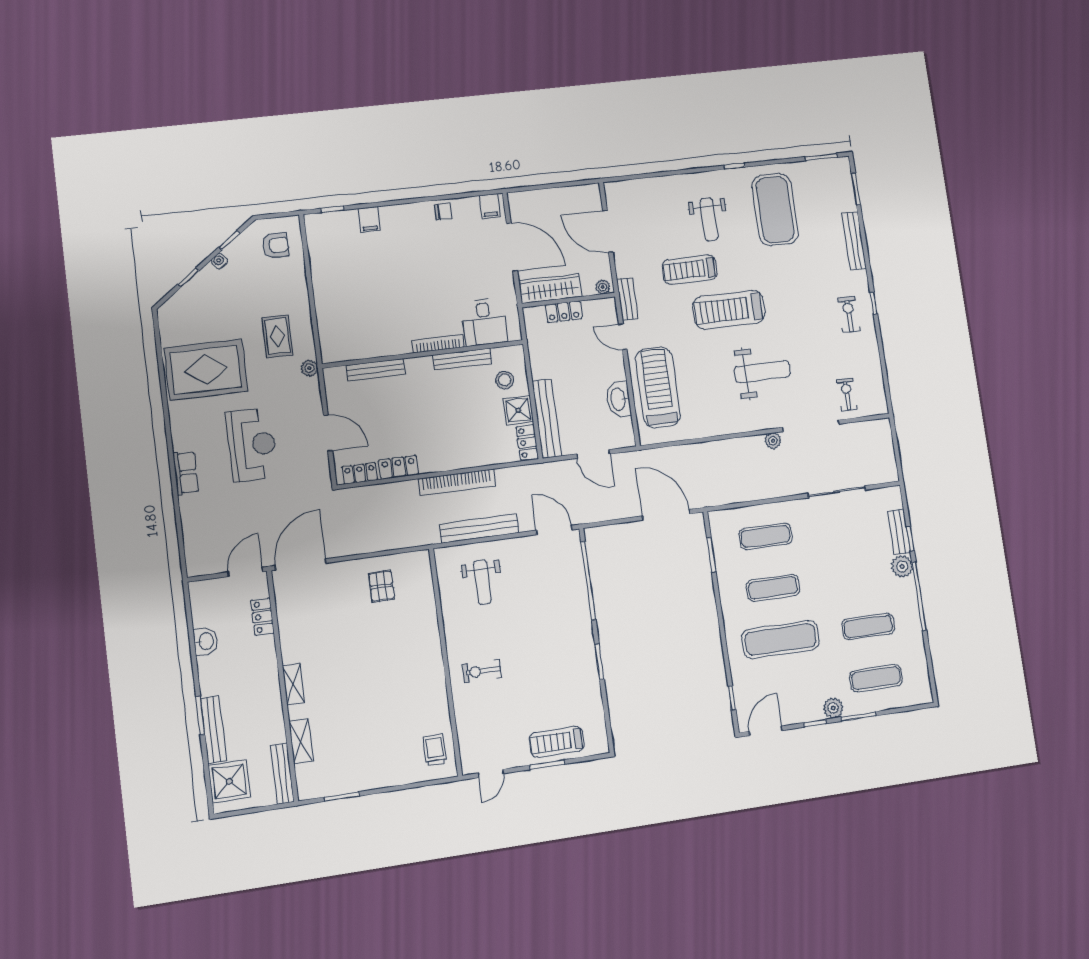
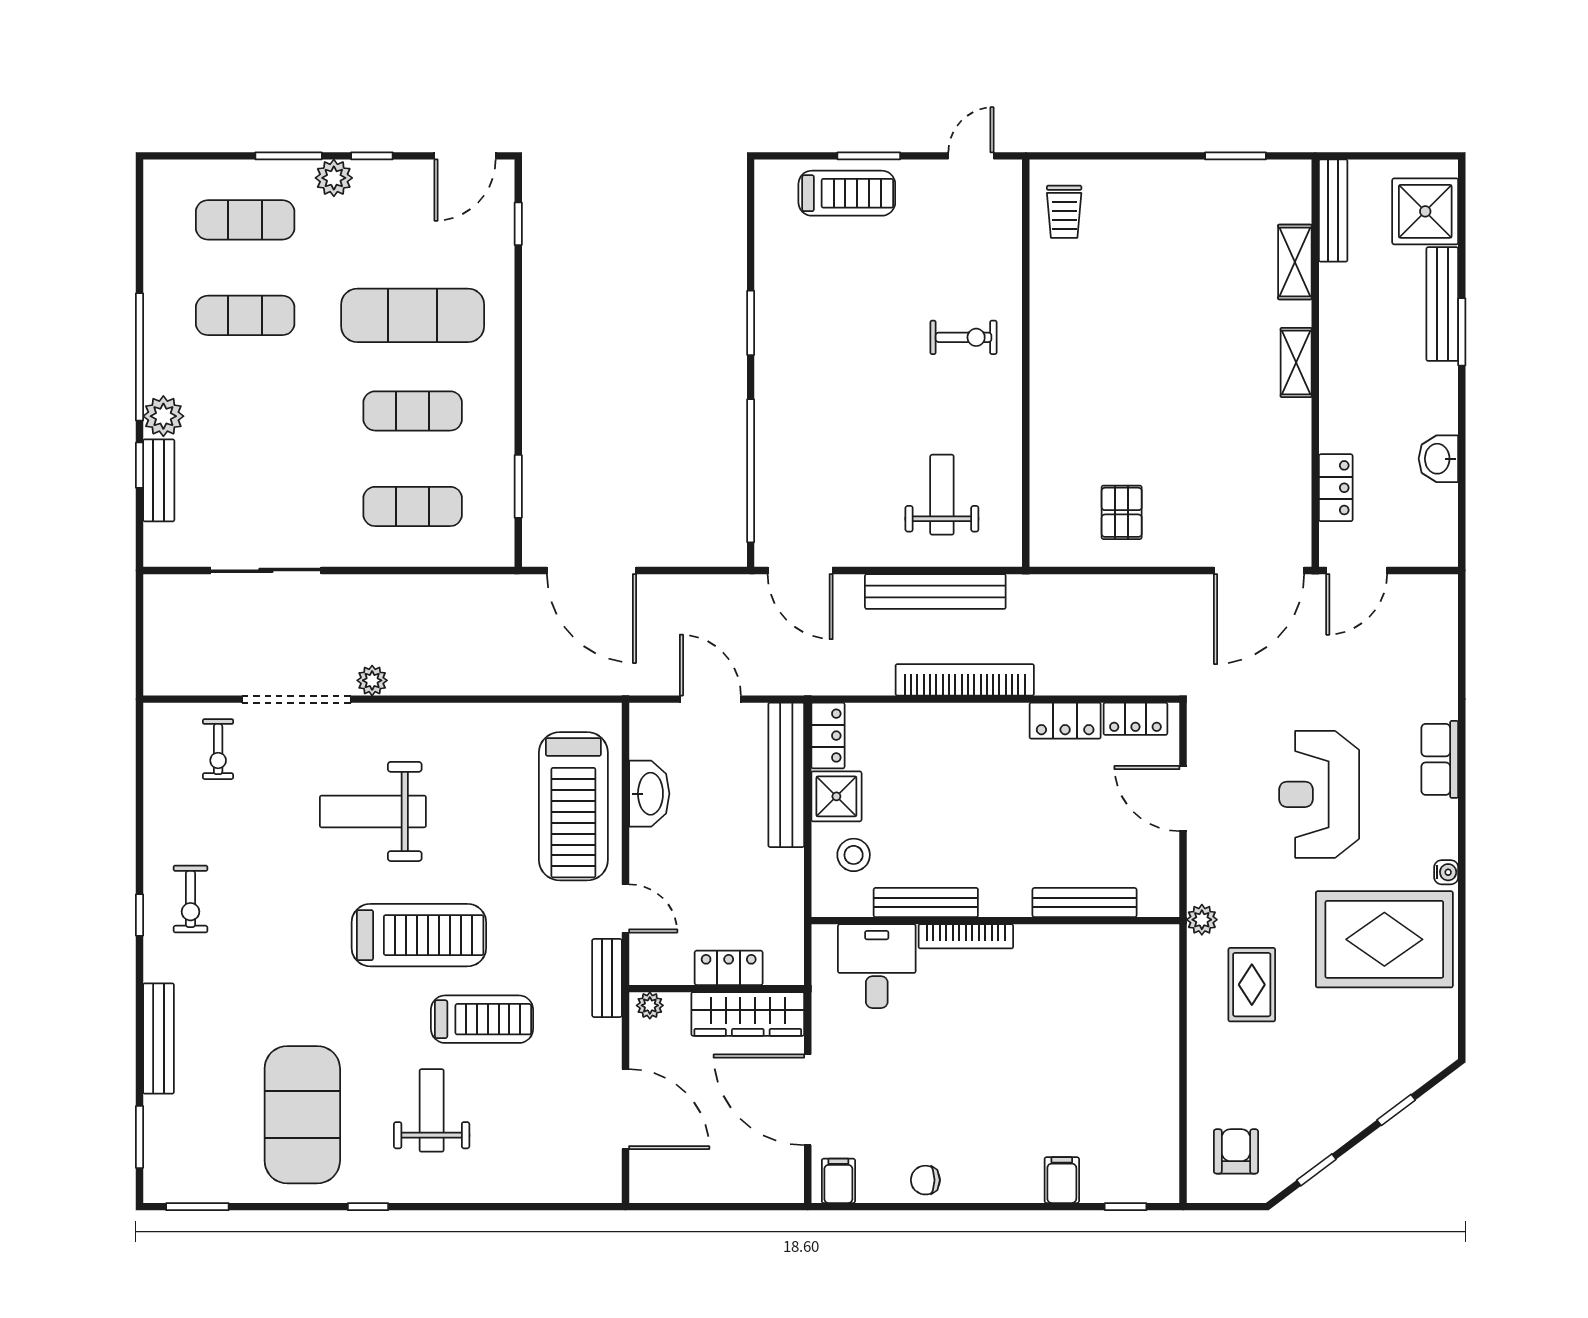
armchair: (275, 245) -> (1236, 1151), turned 91
water cooler: (219, 261) -> (1446, 872), moved, turned -53

